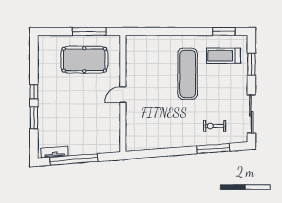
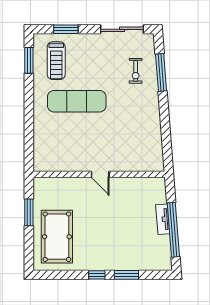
window: (89, 31) -> (29, 212), width x0.69
pool table: (84, 60) -> (57, 237), moved
tv unit: (54, 152) -> (163, 219), moved

